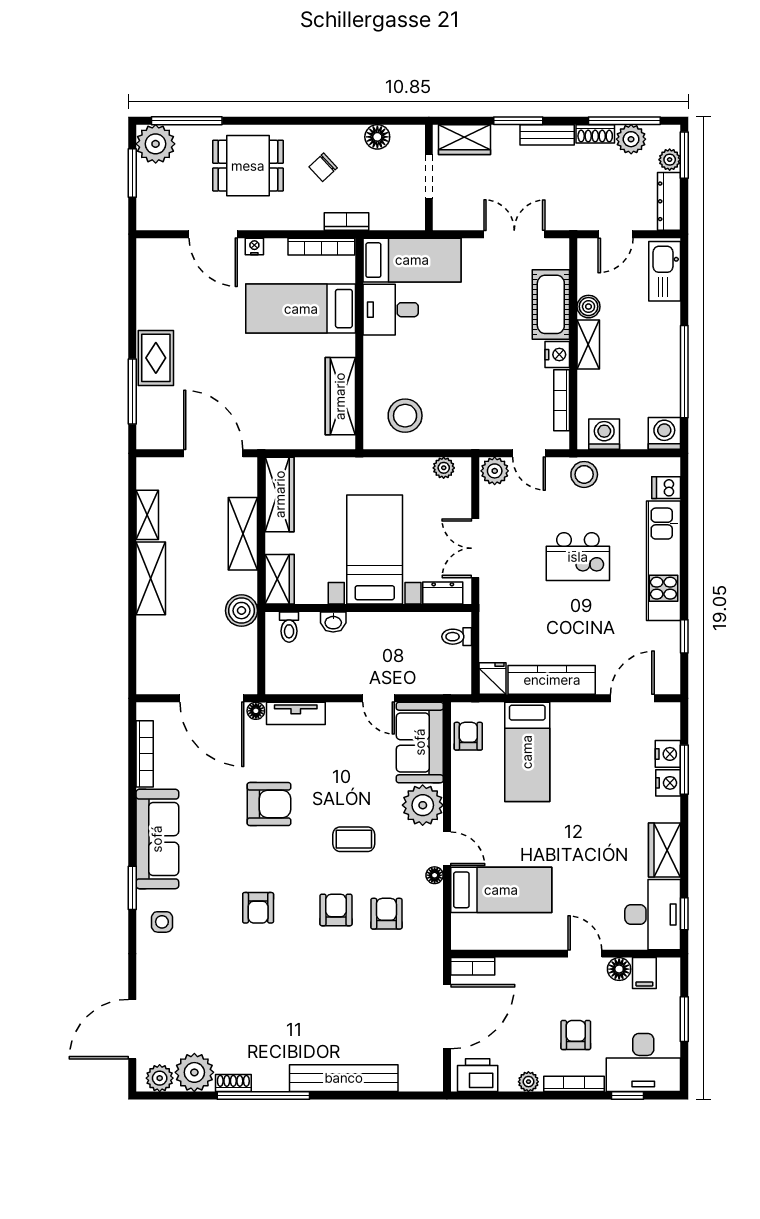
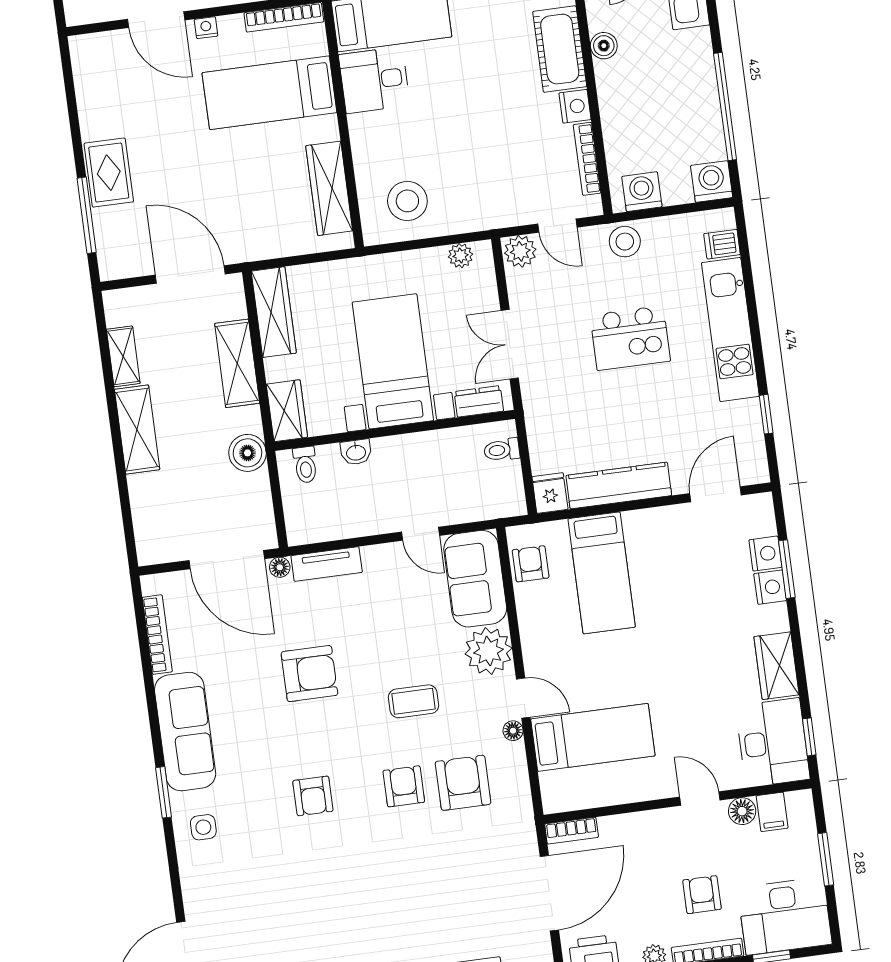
shelving: (588, 345) -> (609, 90), removed
armchair: (386, 914) -> (463, 783), width x1.38, depth x1.38

